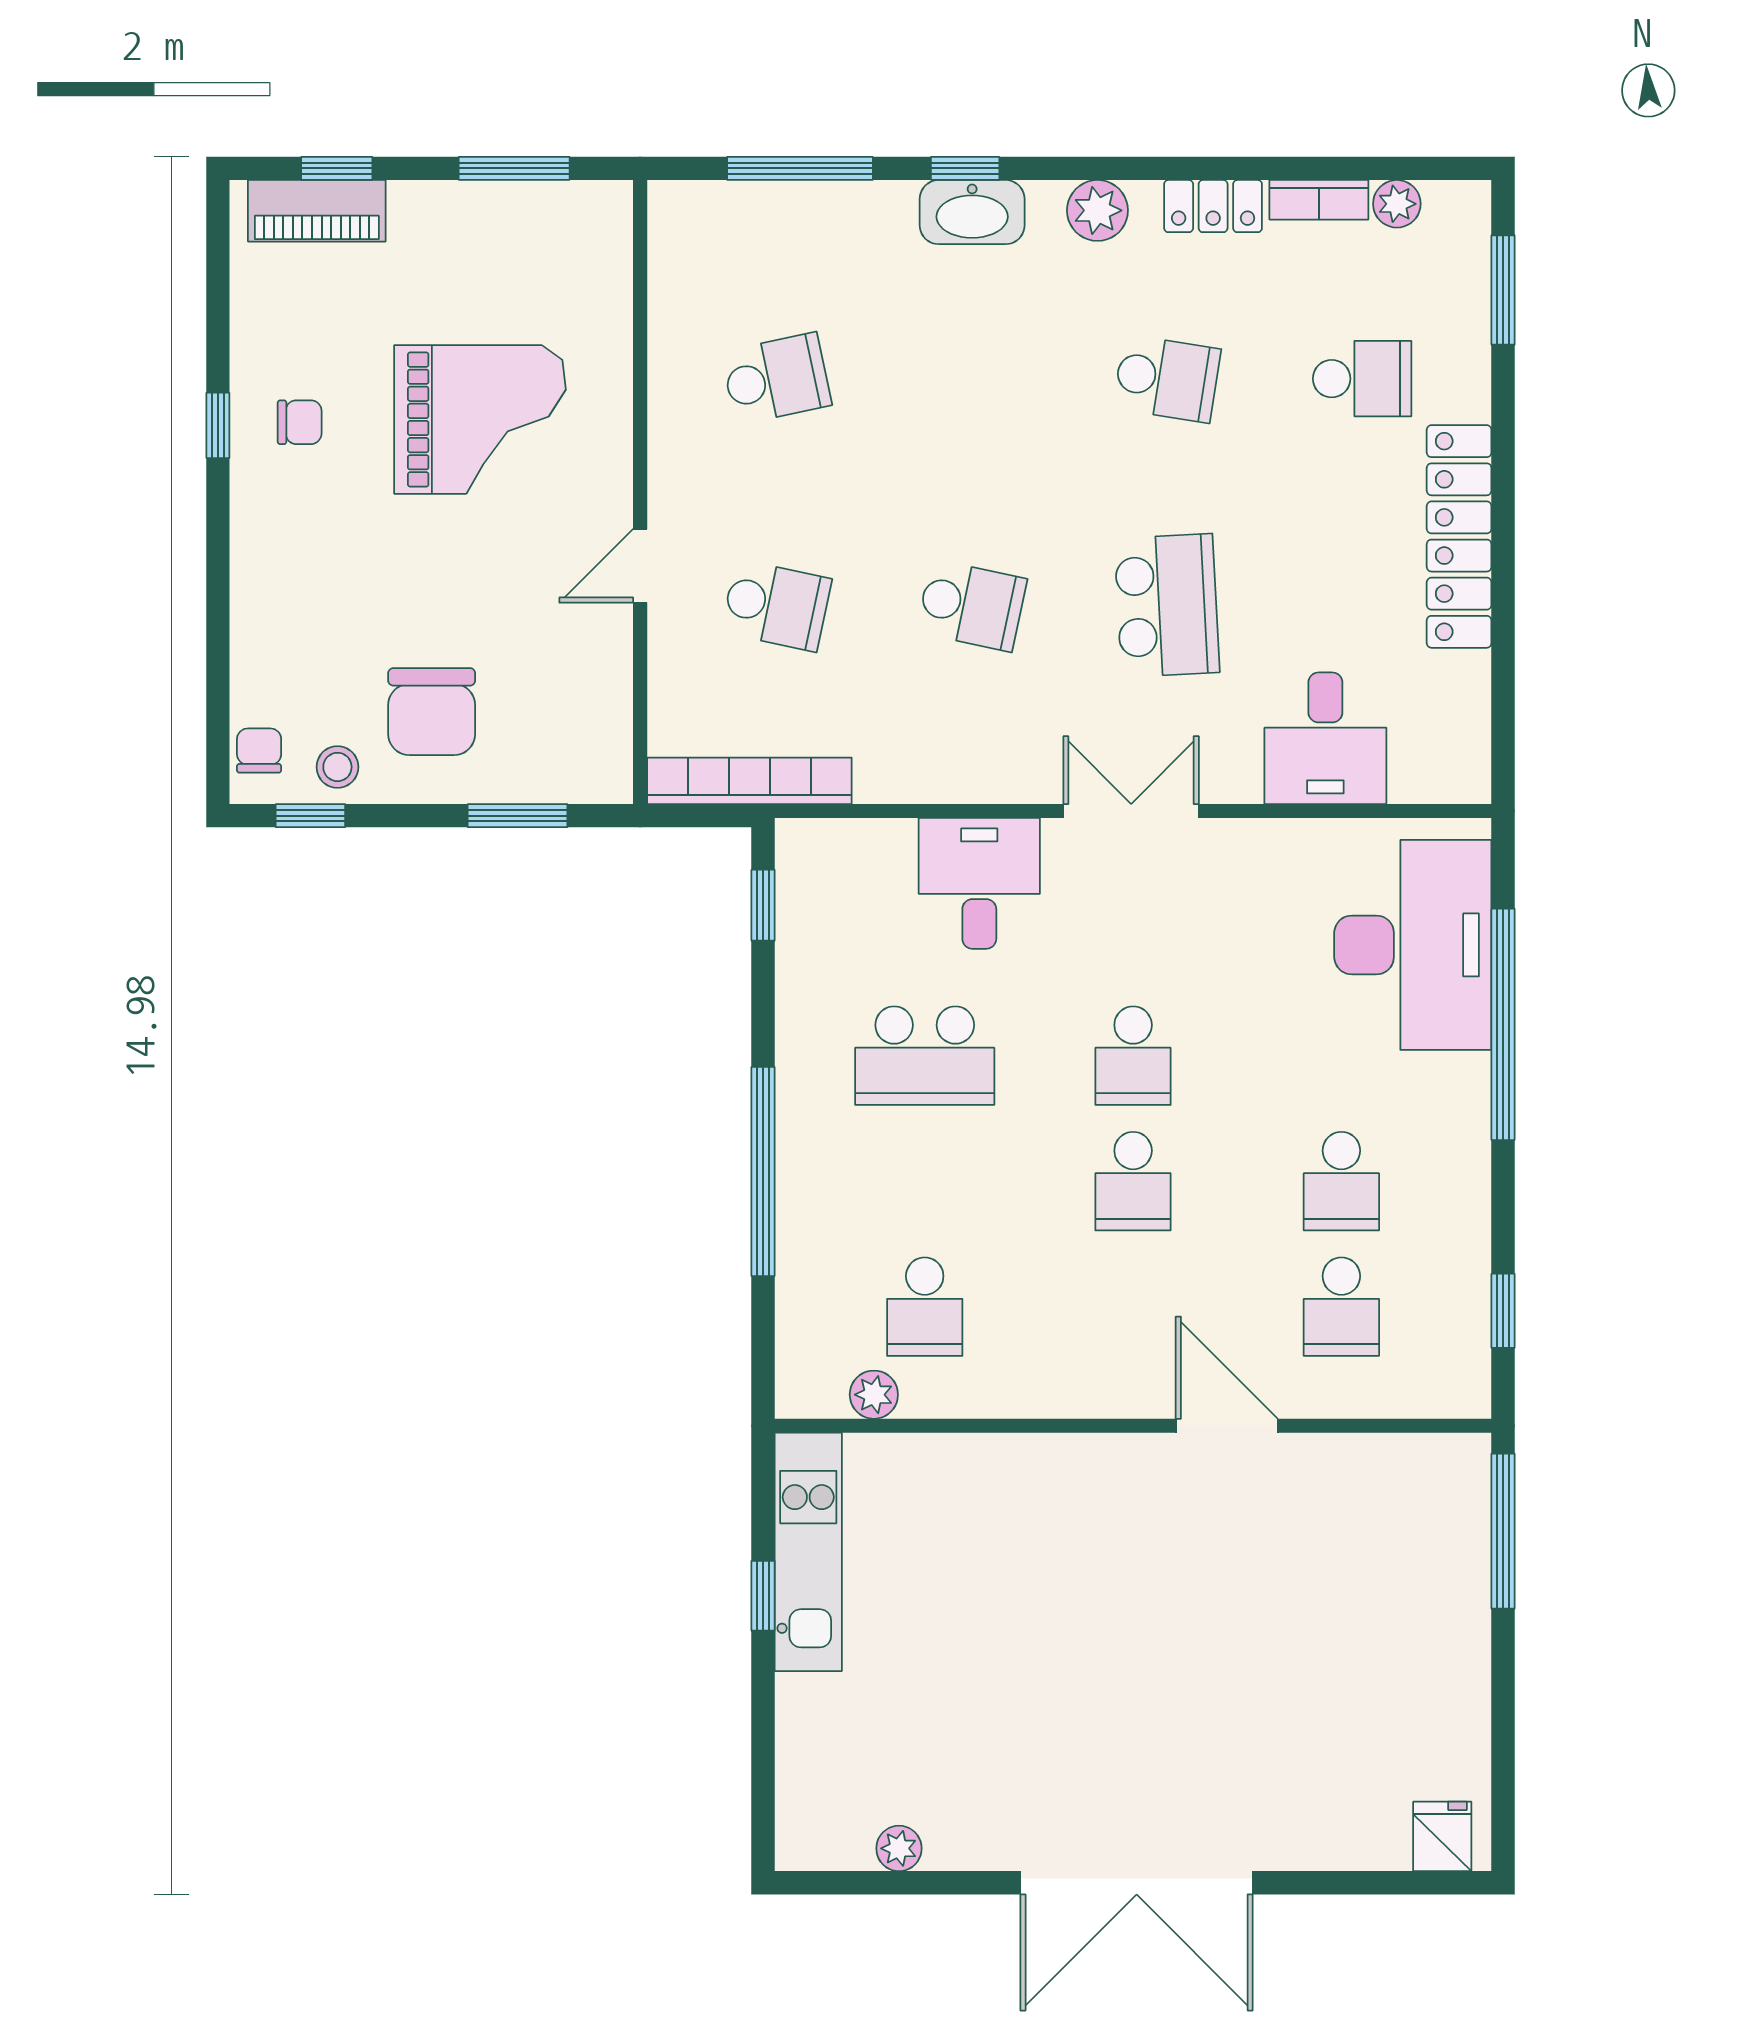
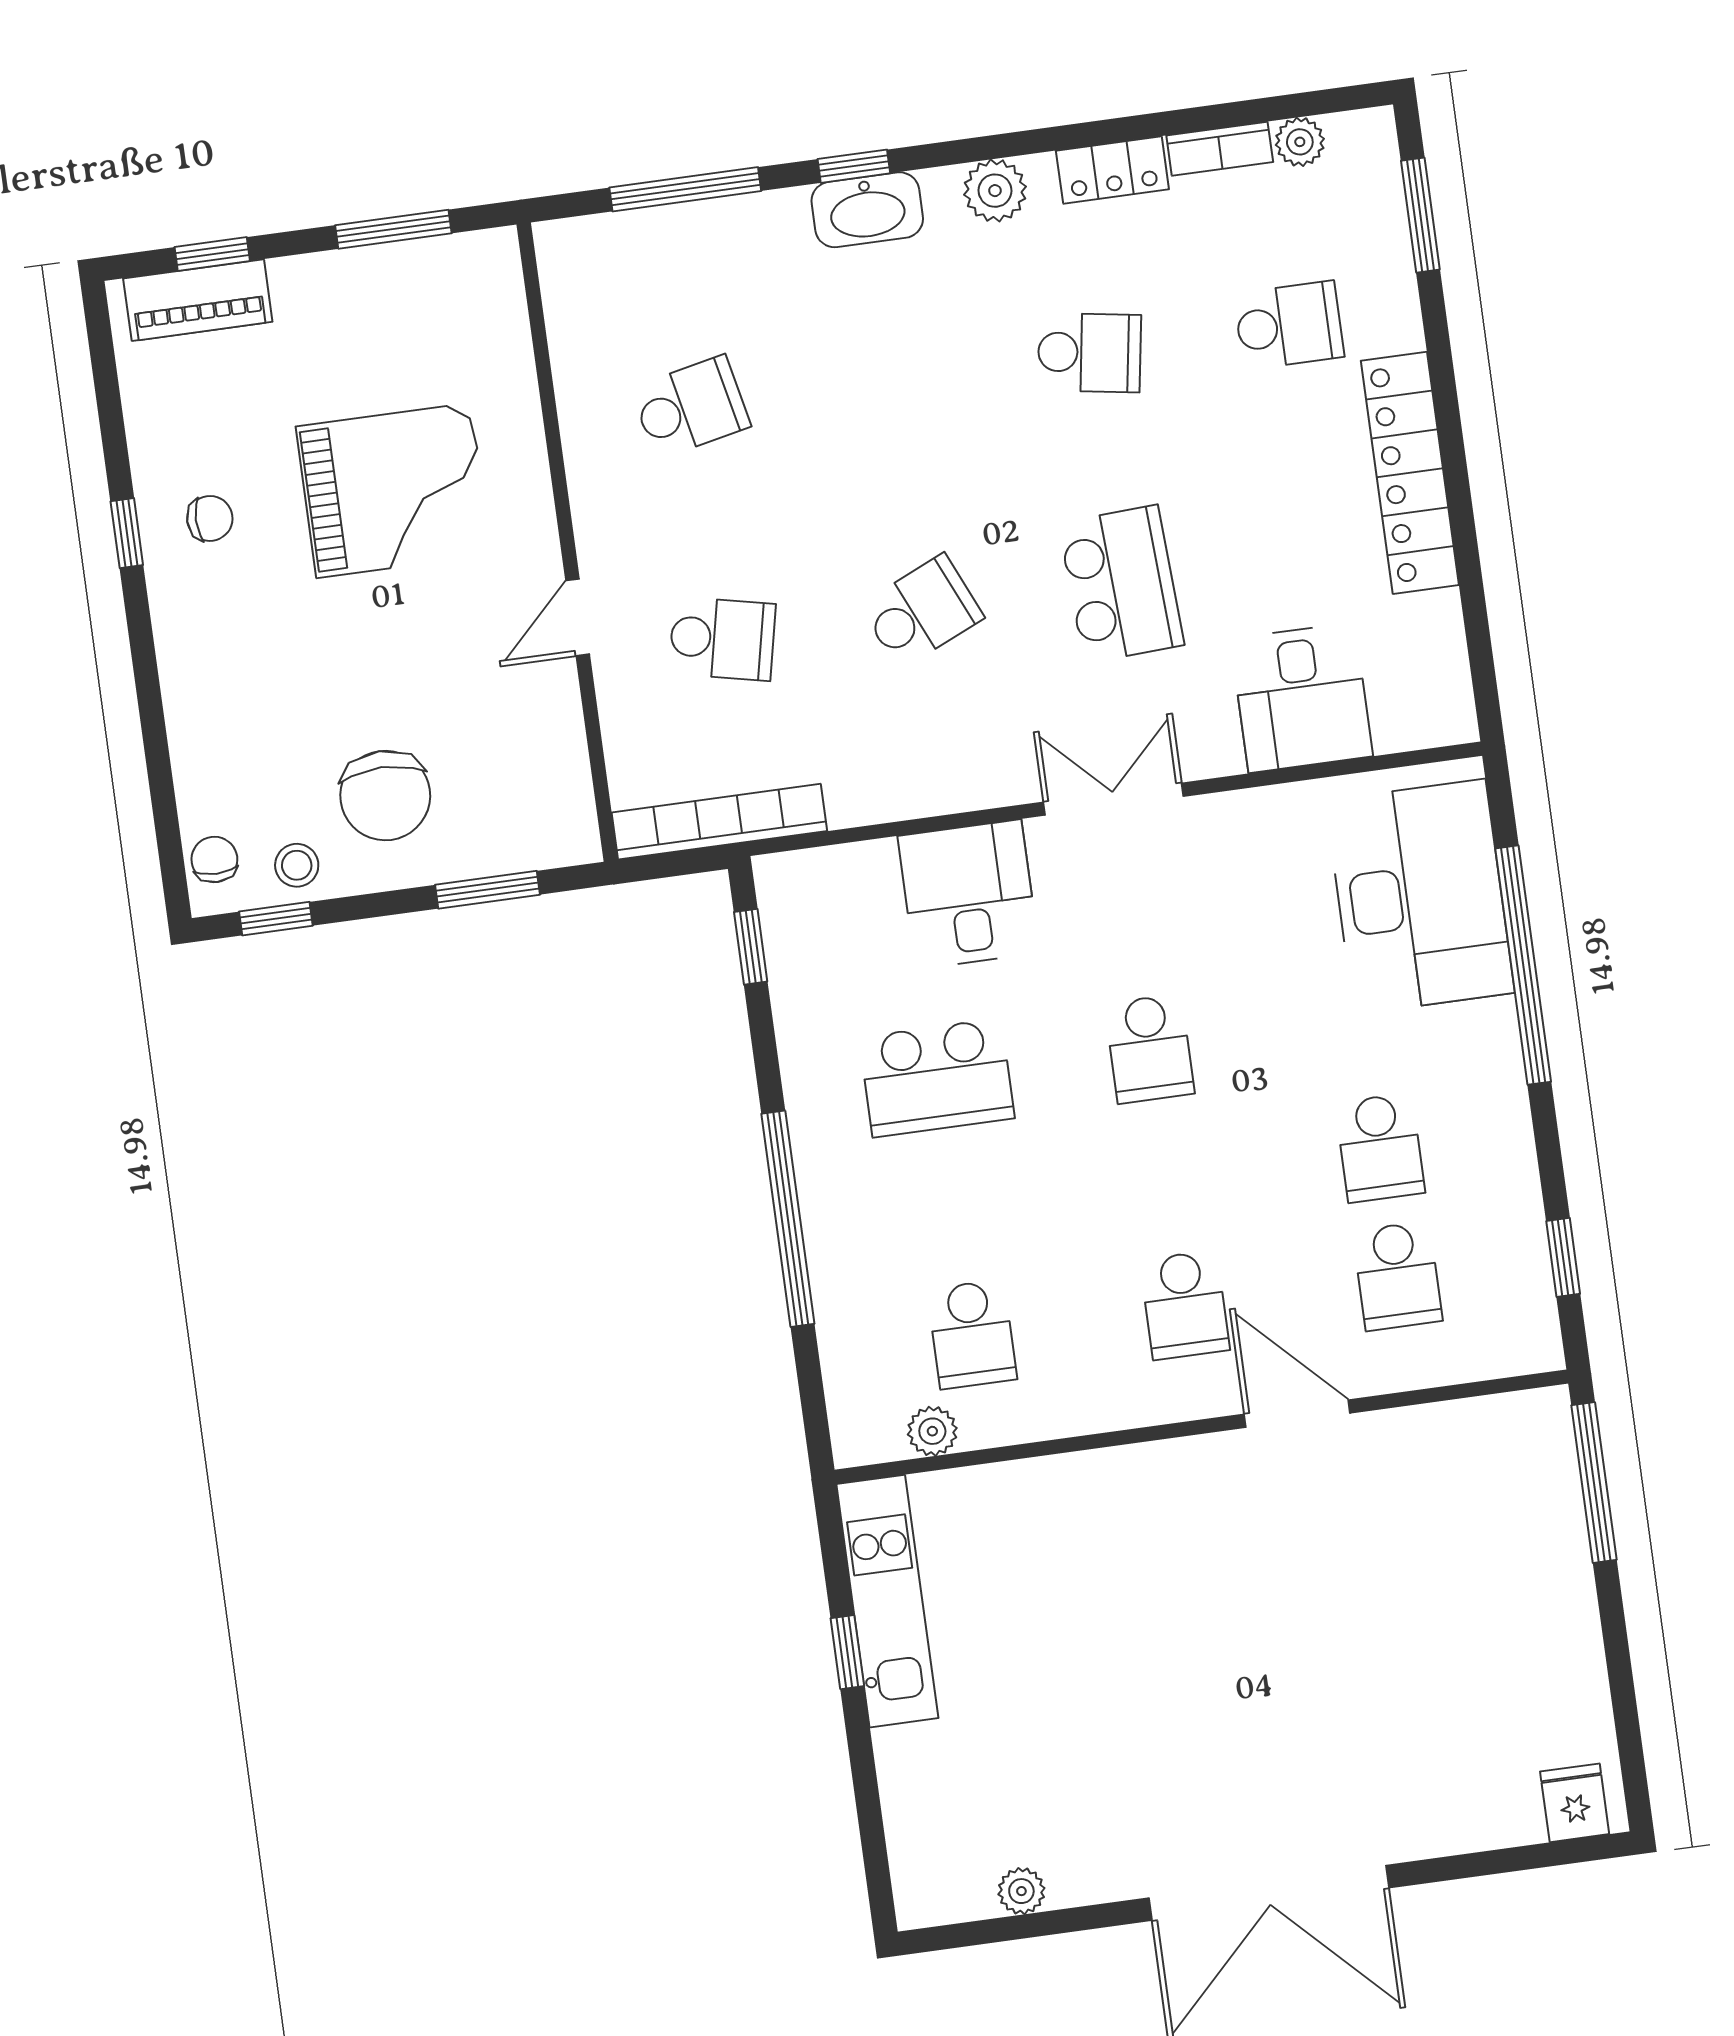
school desk: (972, 605) -> (922, 612), turned -36
school desk: (1133, 1181) -> (1185, 1305), moved

